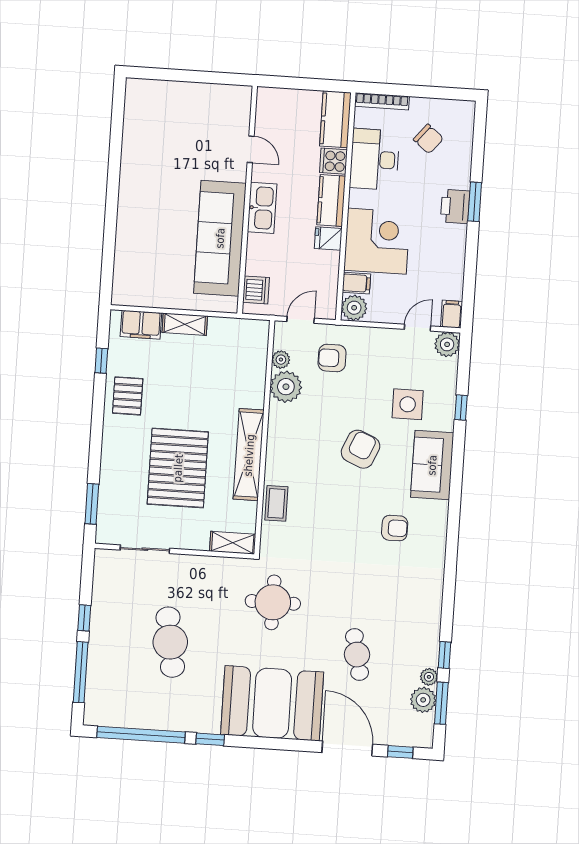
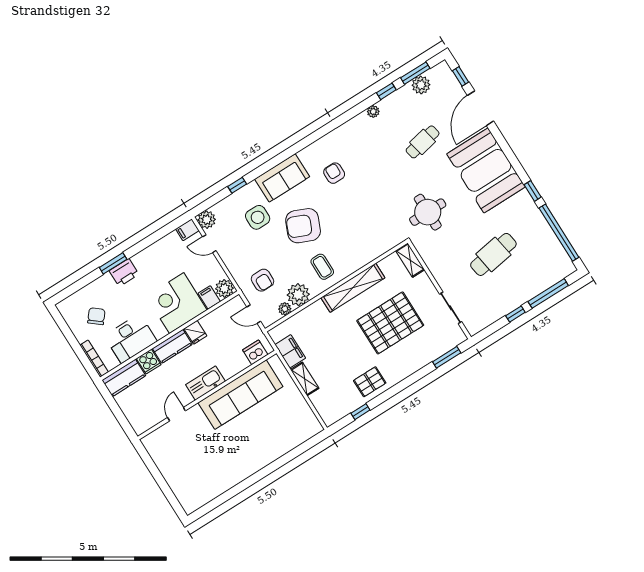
filing cabinet: (141, 325) -> (290, 351), moved
armchair: (361, 449) -> (303, 226), width x1.36, depth x1.36
coffee table: (276, 503) -> (322, 267), moved, turned 90
plant: (429, 677) -> (373, 112), moved

